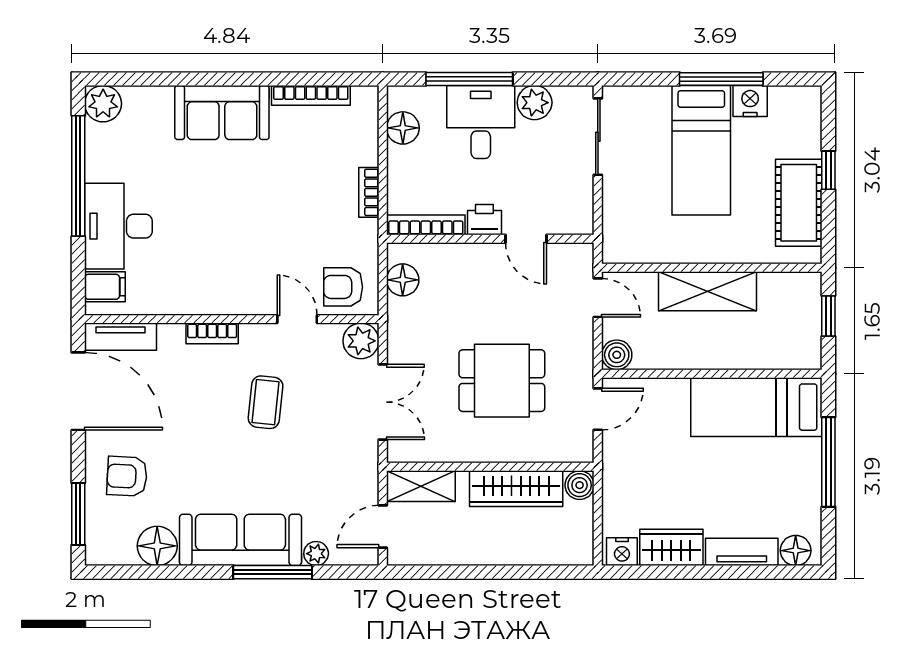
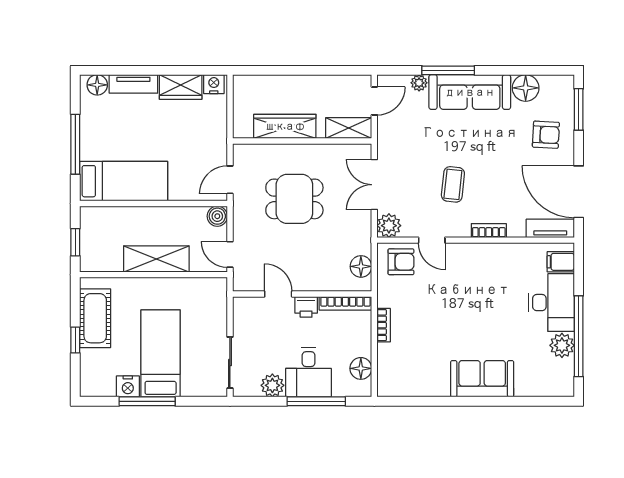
bookcase: (311, 95) -> (423, 390), removed
plant: (103, 104) -> (562, 345), moved
boiler: (580, 485) -> (242, 129), removed

